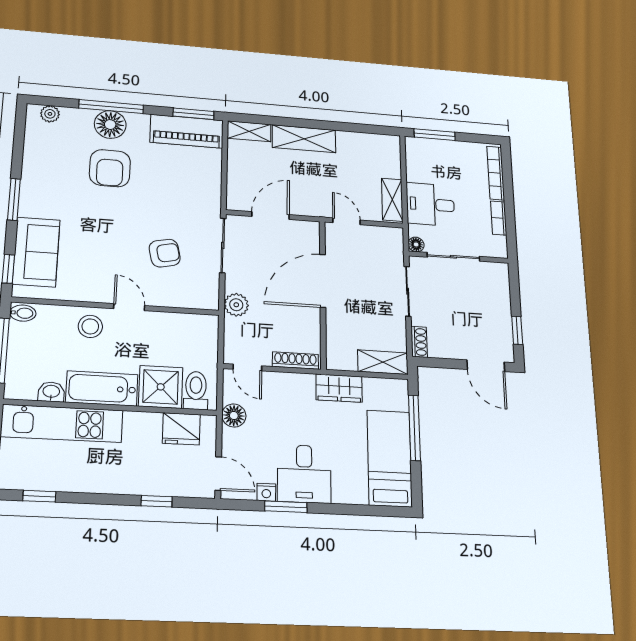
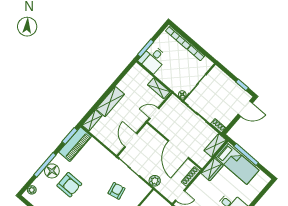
desk: (430, 204) -> (153, 59), moved
door: (323, 281) -> (178, 149), moved
bed: (389, 458) -> (237, 164), moved, turned 180

